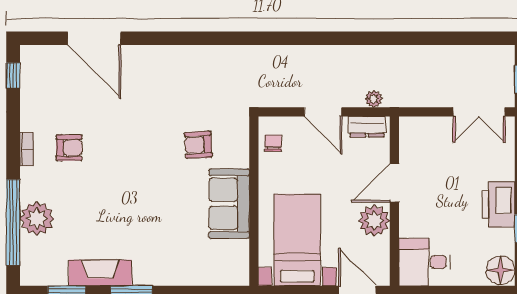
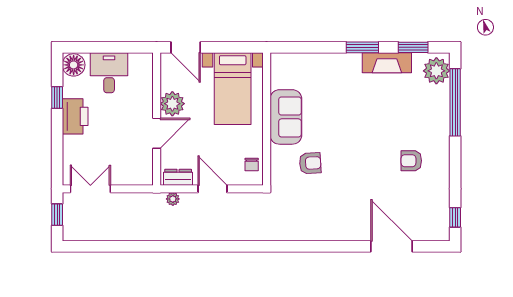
bookcase: (27, 149) -> (445, 160), removed
plant: (37, 219) -> (436, 71), moved
desk: (425, 262) -> (109, 73), moved, turned -90

